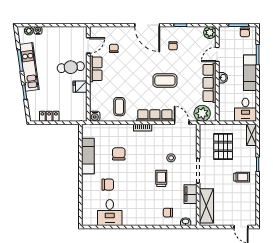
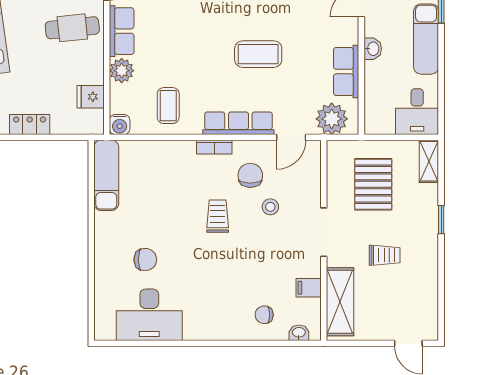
row of seats: (209, 83) -> (346, 72), width x0.68
fridge: (80, 87) -> (91, 97), moved
plant: (96, 89) -> (122, 71), added
door: (182, 123) -> (291, 137), swing flipped
chair: (119, 154) -> (250, 175), moved
exam couch: (88, 156) -> (106, 175), moved
trolley: (242, 177) -> (385, 255), moved
trolley: (161, 178) -> (218, 216), moved
filing cabinet: (190, 194) -> (309, 288), width x0.50
desk: (110, 213) -> (149, 315), width x1.37

